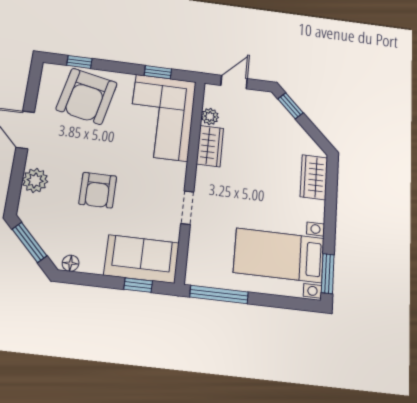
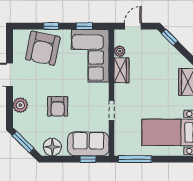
window: (79, 62) -> (51, 26), moved
floor lamp: (71, 263) -> (52, 147), width x1.89, depth x1.89

